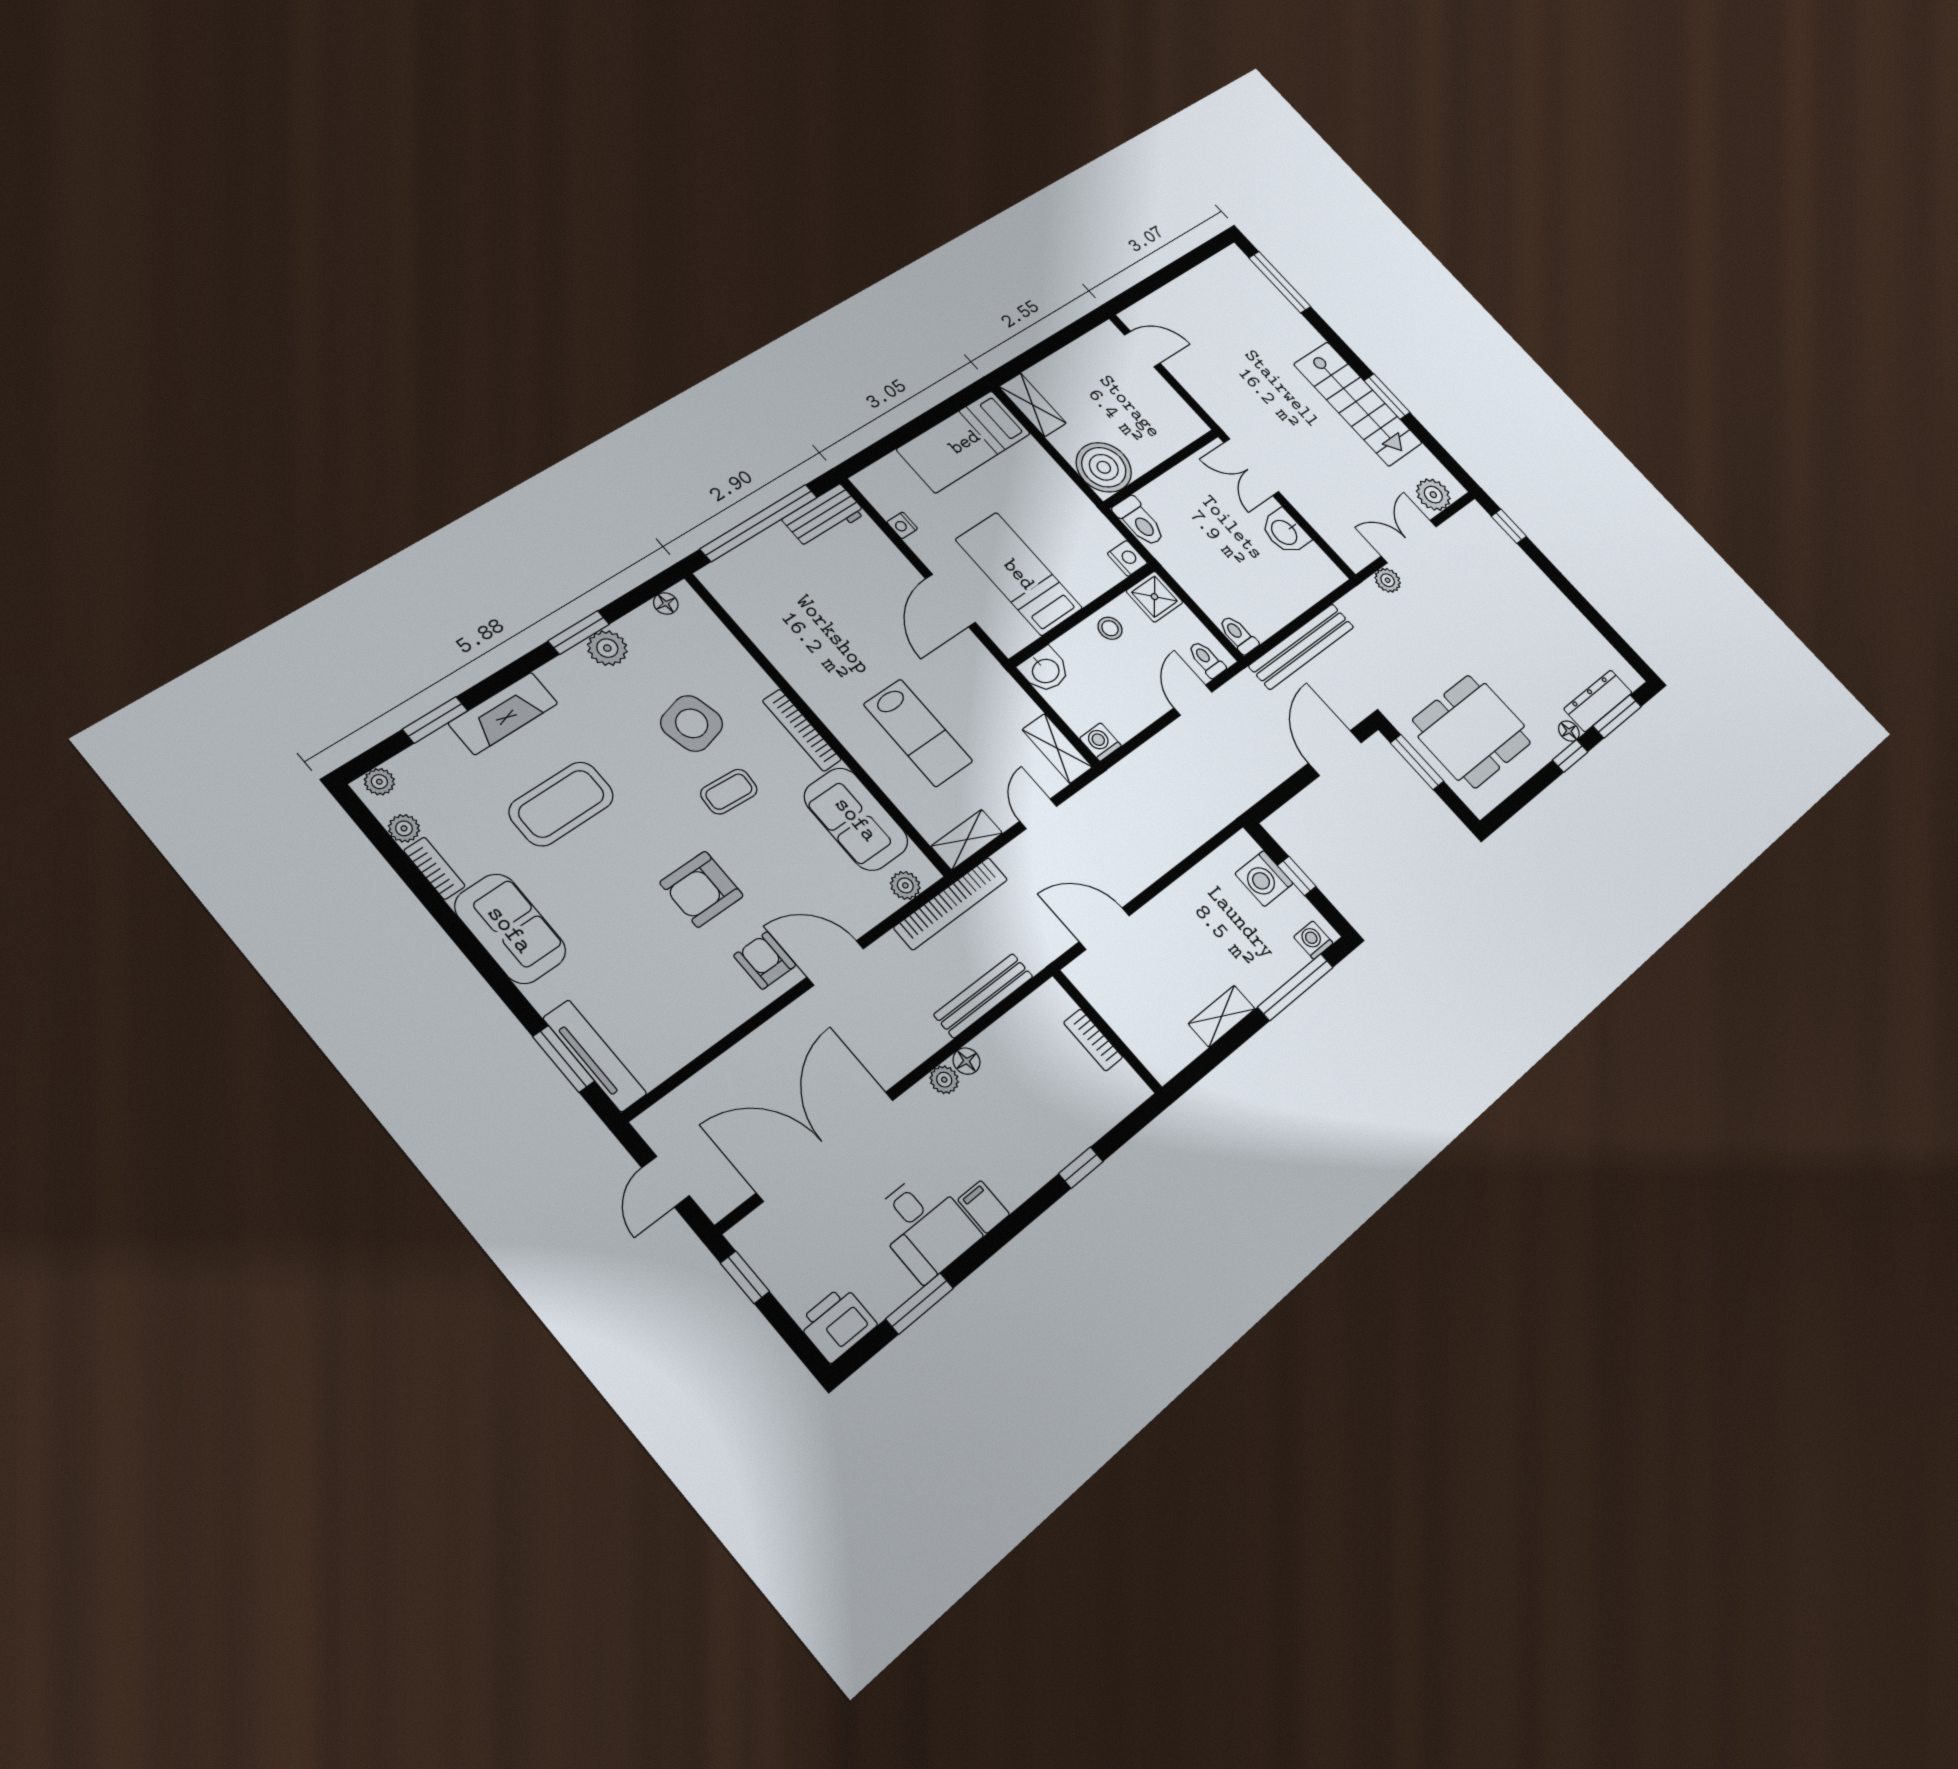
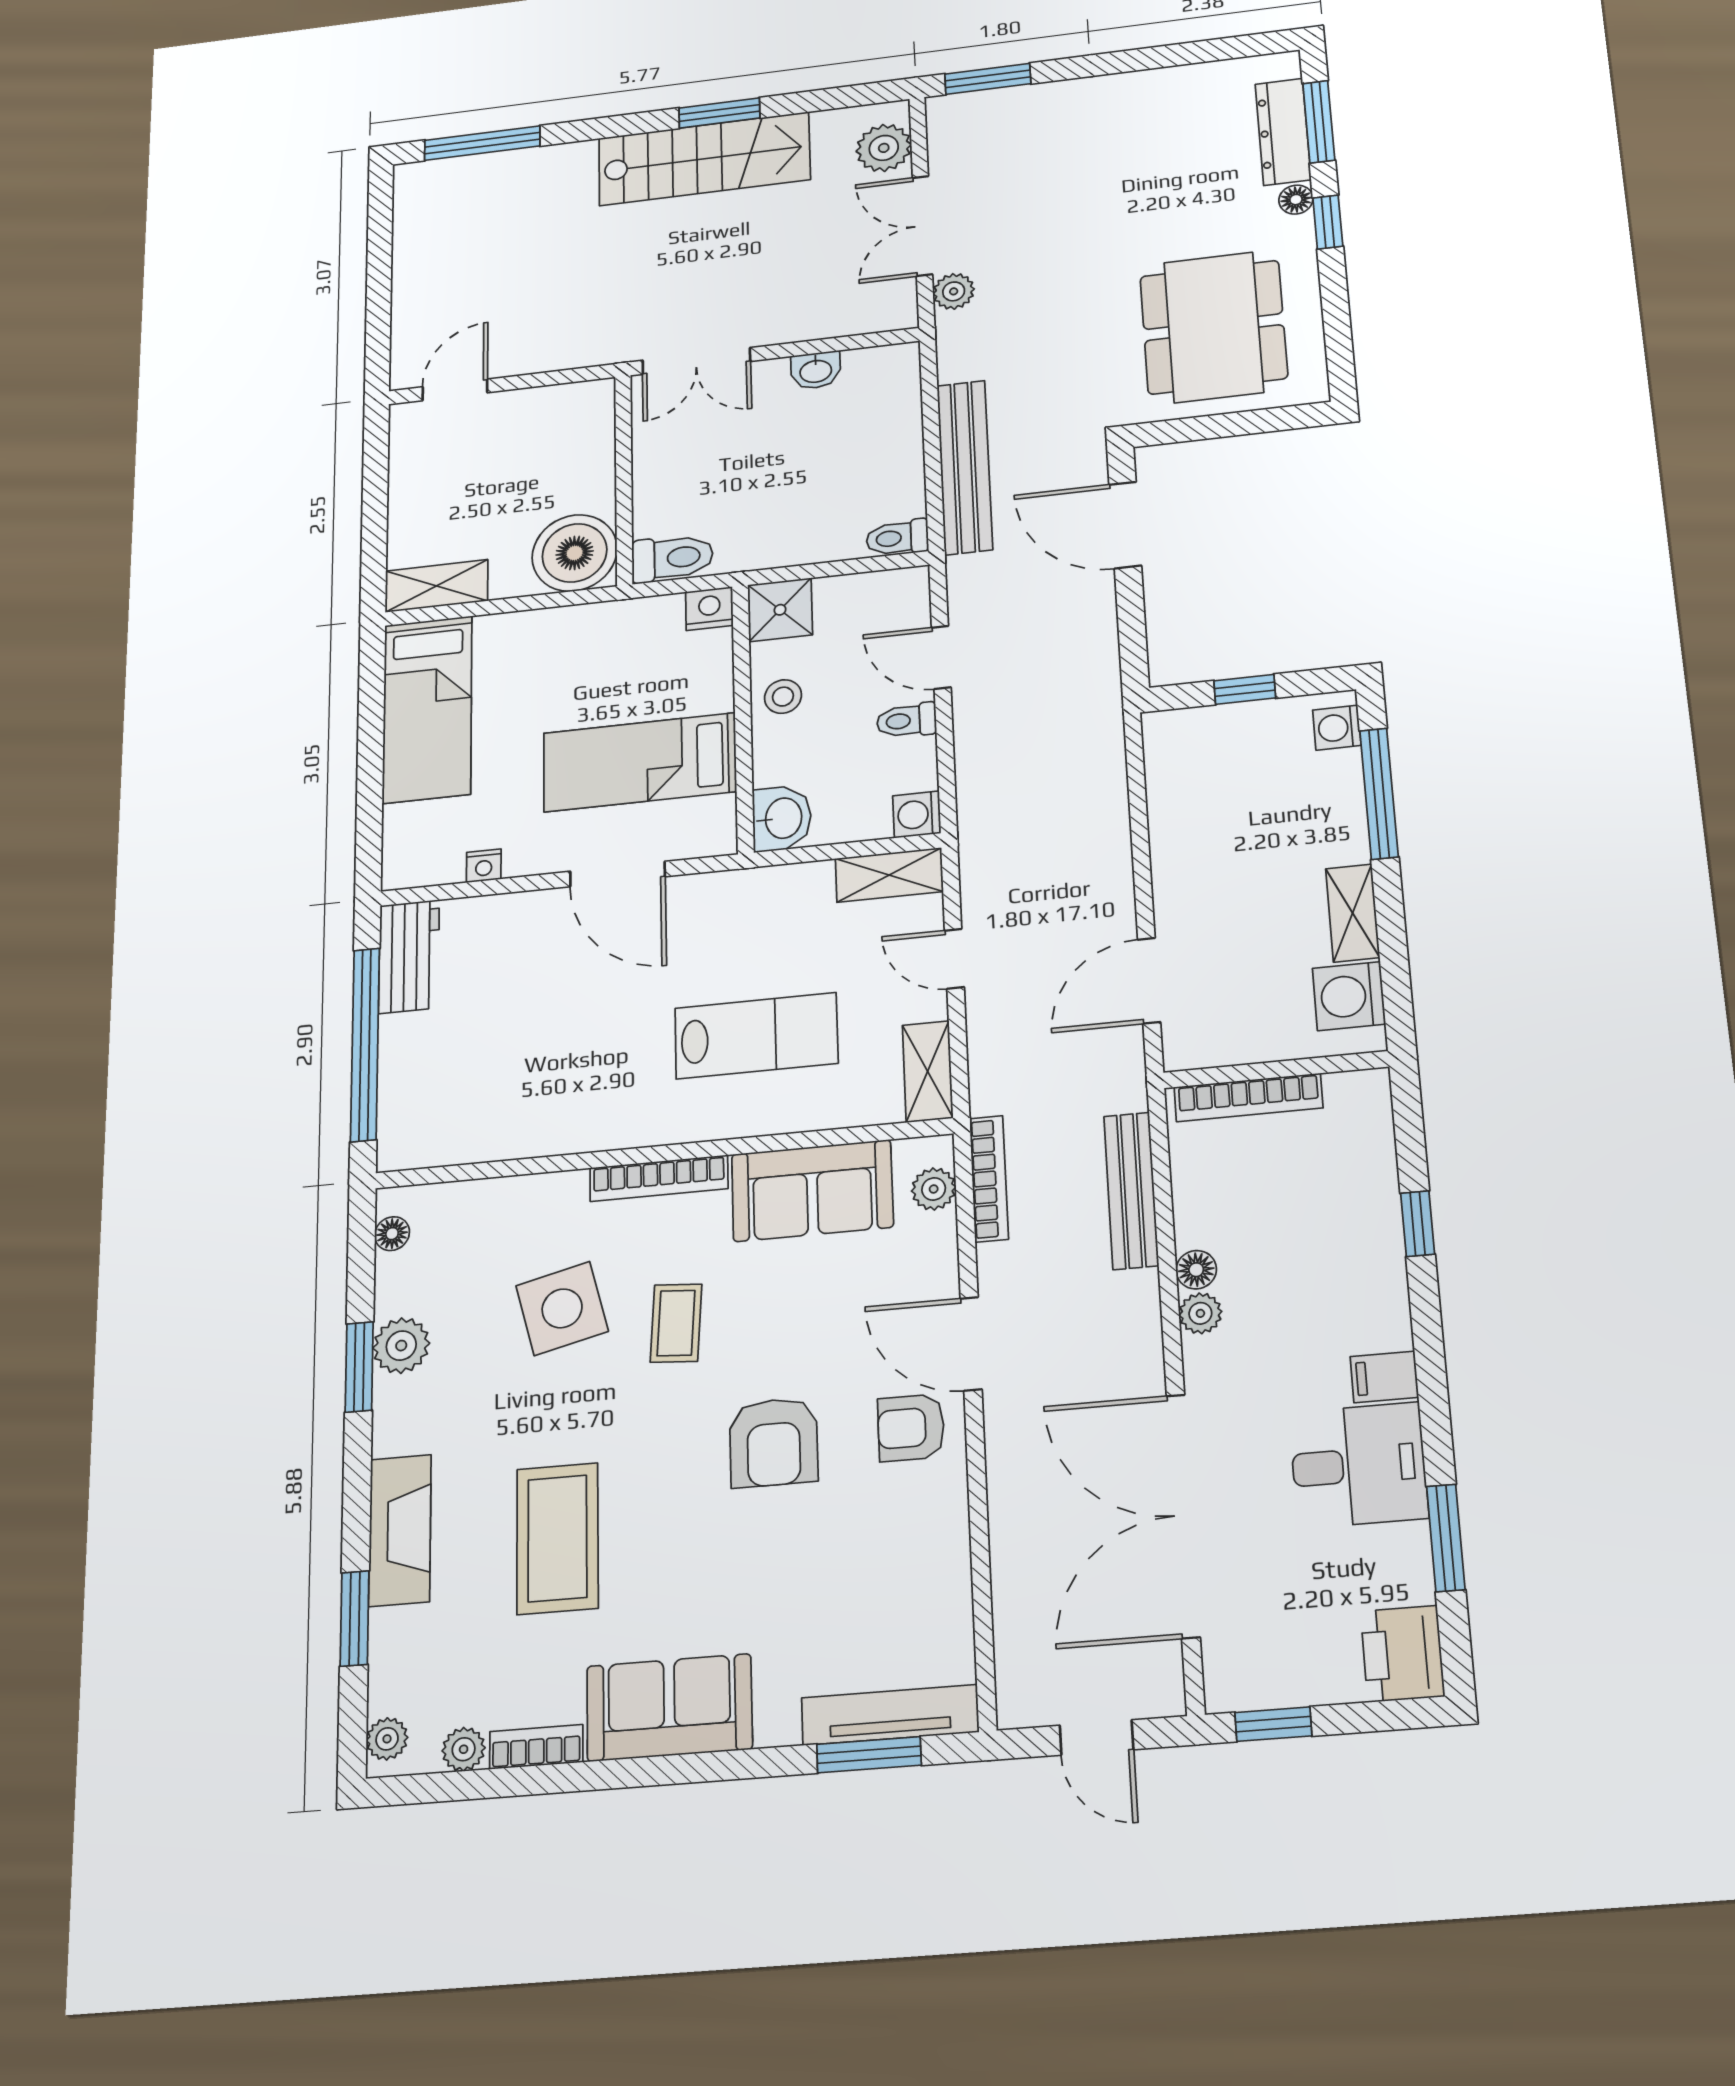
window: (1509, 526) -> (988, 79), width x1.50
washbasin: (1285, 532) -> (816, 370), width x0.72, depth x0.69
toilet: (1207, 659) -> (907, 721), moved
window: (1417, 762) -> (1206, 428), removed
washing machine: (1264, 879) -> (1349, 996), moved, turned 90
bookcase: (951, 903) -> (989, 1179), width x0.68, depth x0.76
door: (835, 963) -> (971, 1344), hinge flipped
bookcase: (1093, 1040) -> (1248, 1097), width x1.56

